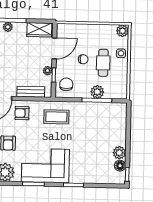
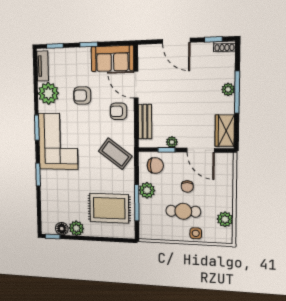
plant: (122, 31) -> (225, 219), moved
plant: (97, 92) -> (147, 190), moved
armchair: (22, 113) -> (118, 111), turned -90
coffee table: (56, 117) -> (115, 154), turned -53
rug: (102, 124) -> (109, 208), added

